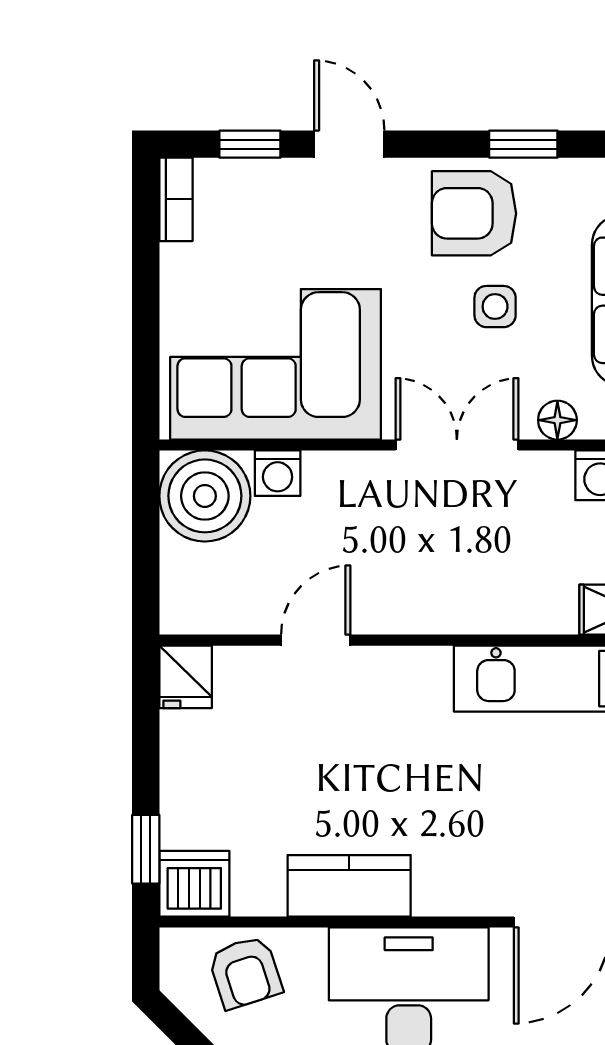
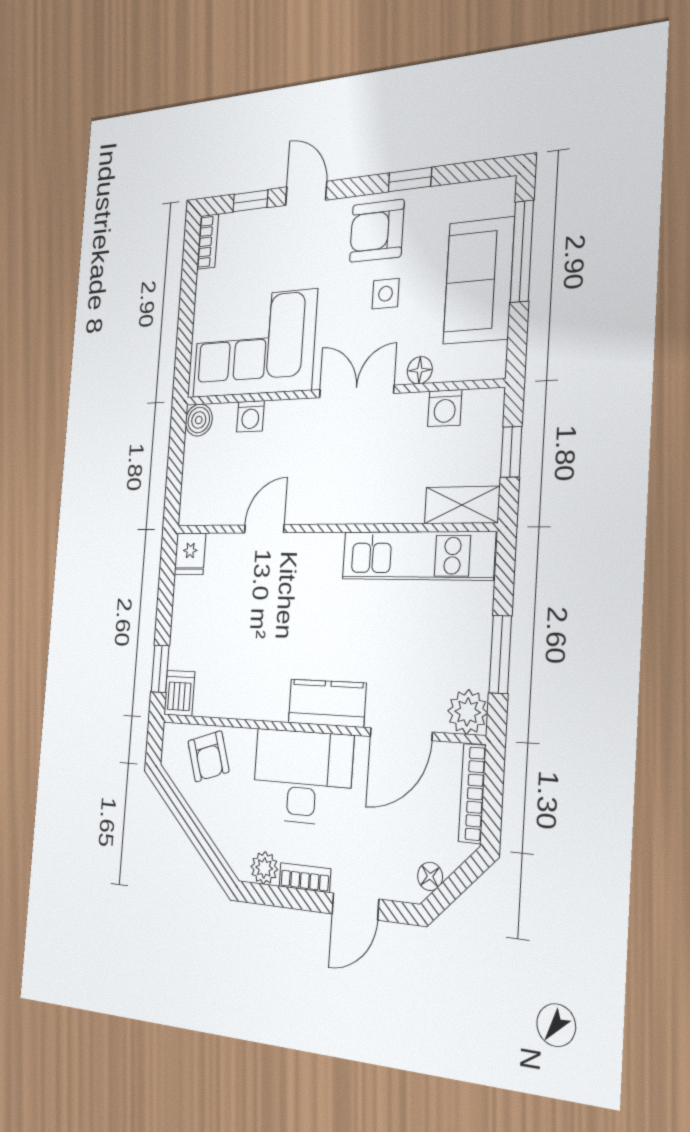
boiler: (205, 496) -> (199, 420), width x0.54, depth x0.54
dishwasher: (194, 884) -> (179, 693), width x0.73
kitchen counter: (349, 886) -> (327, 703), moved

